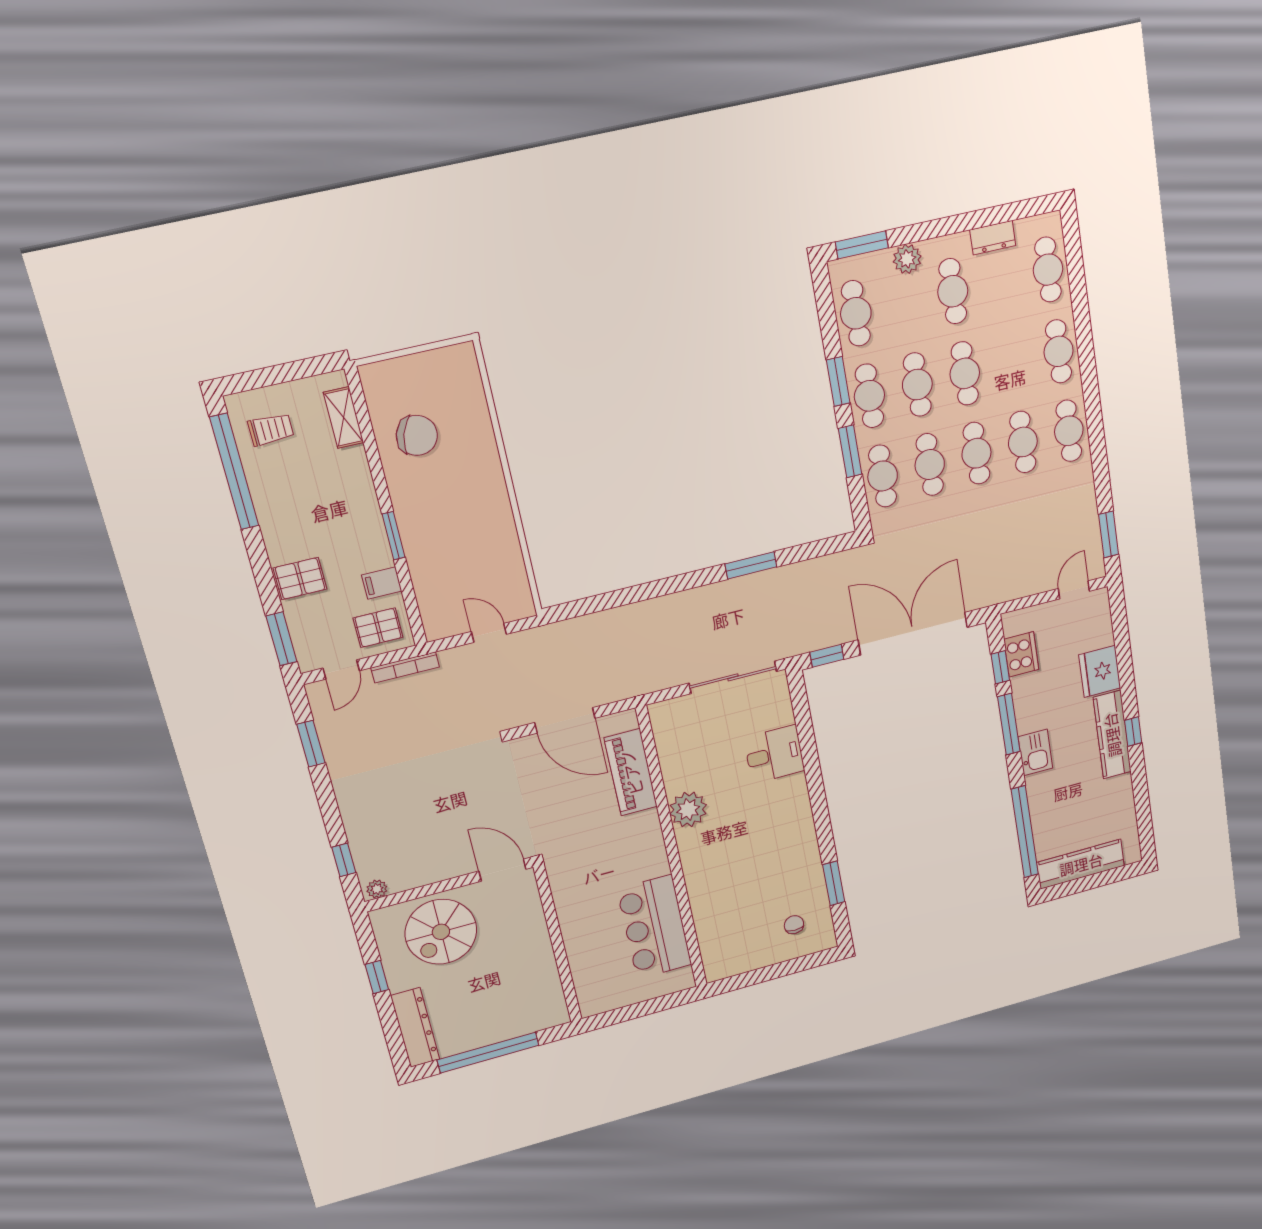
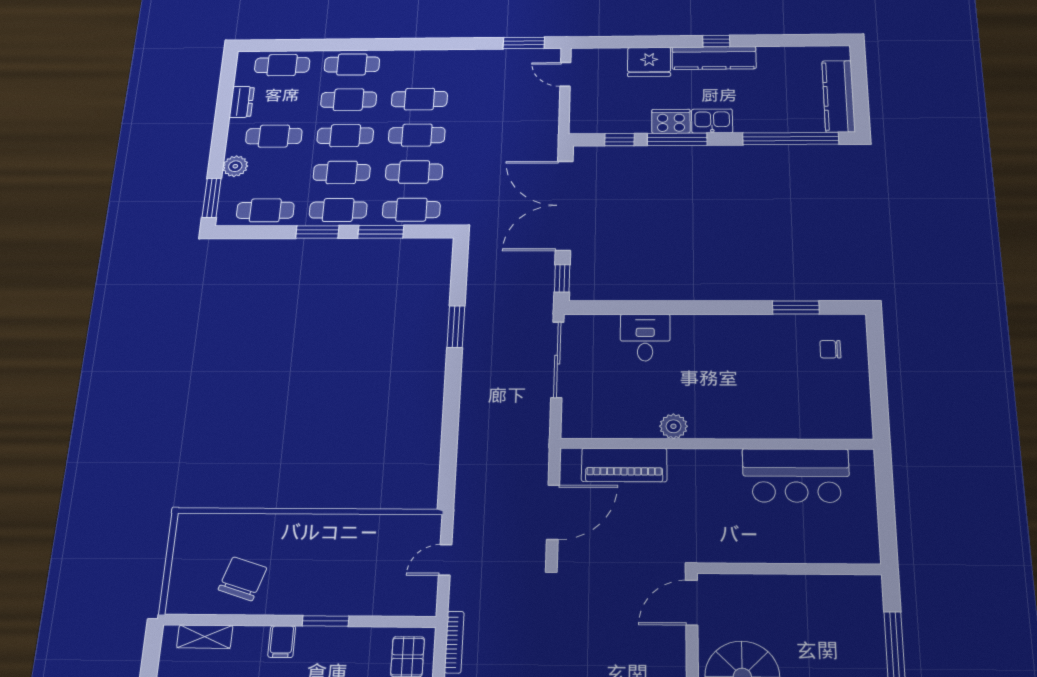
cafe table: (1069, 431) -> (349, 100), moved
filing cabinet: (382, 583) -> (282, 642), moved
cooker: (1021, 654) -> (671, 121), moved
plant: (688, 810) -> (673, 426), width x0.73, depth x0.73

